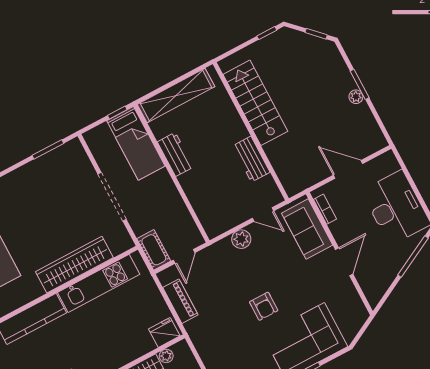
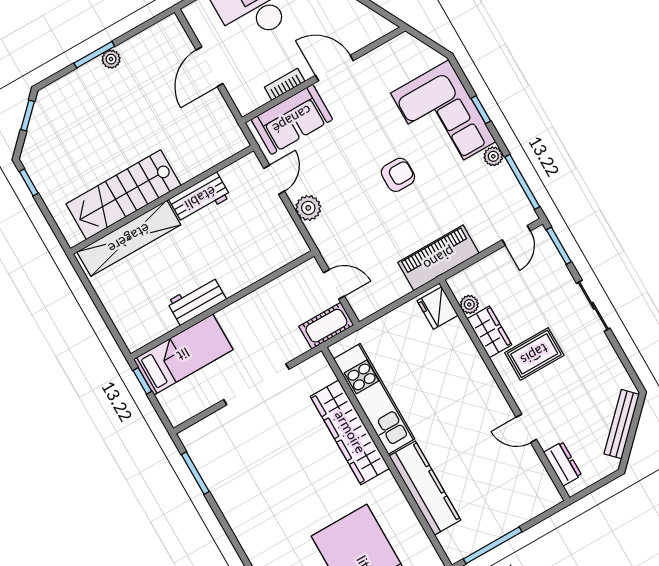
shelving: (176, 96) -> (129, 238), moved, turned 90
bookcase: (325, 209) -> (285, 84), moved
piano: (180, 301) -> (439, 258), moved, width x1.37, depth x1.33

